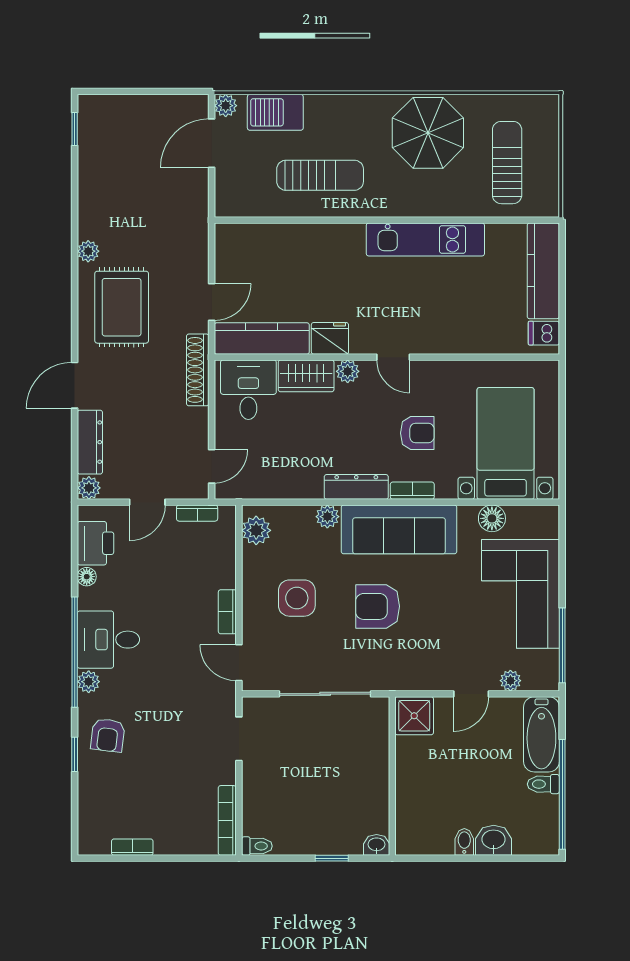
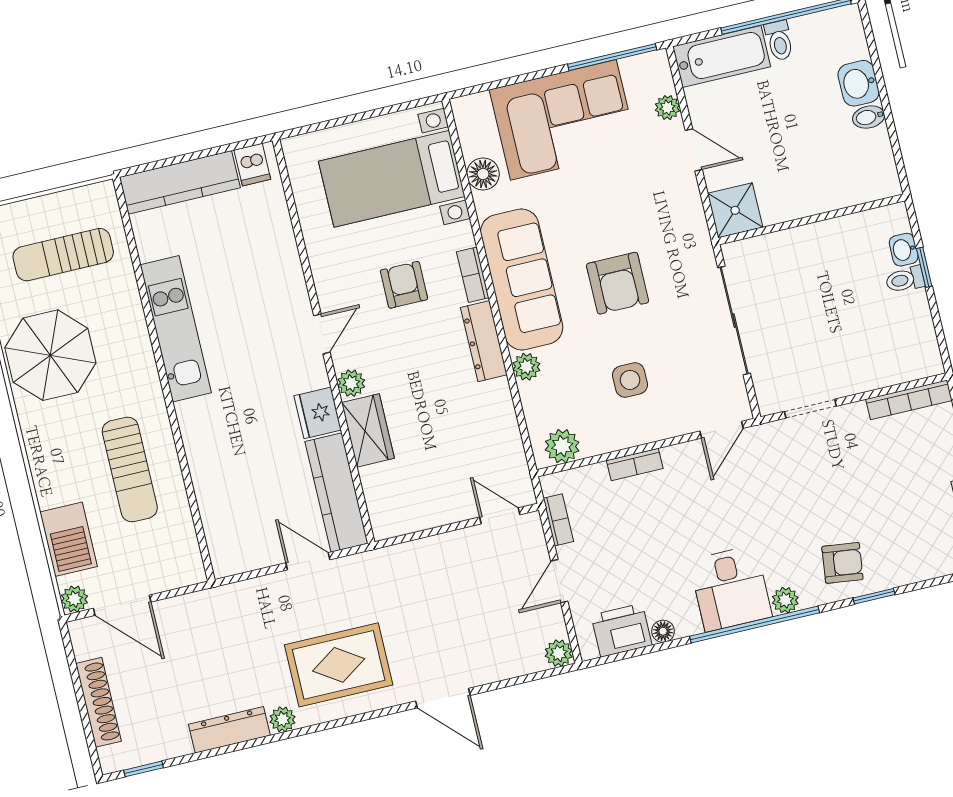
sun lounger: (320, 175) -> (130, 469), turned 180
shoe rack: (198, 370) -> (98, 702), moved, turned -90
desk: (248, 390) -> (400, 494), removed
dresser: (90, 442) -> (229, 730), moved
door: (147, 502) -> (559, 581), swing flipped
side table: (297, 598) -> (630, 380), width x0.73, depth x0.73
bookcase: (227, 612) -> (635, 465), moved
washbasin: (377, 845) -> (904, 250), moved
toilet: (257, 846) -> (905, 280), moved, turned -90

